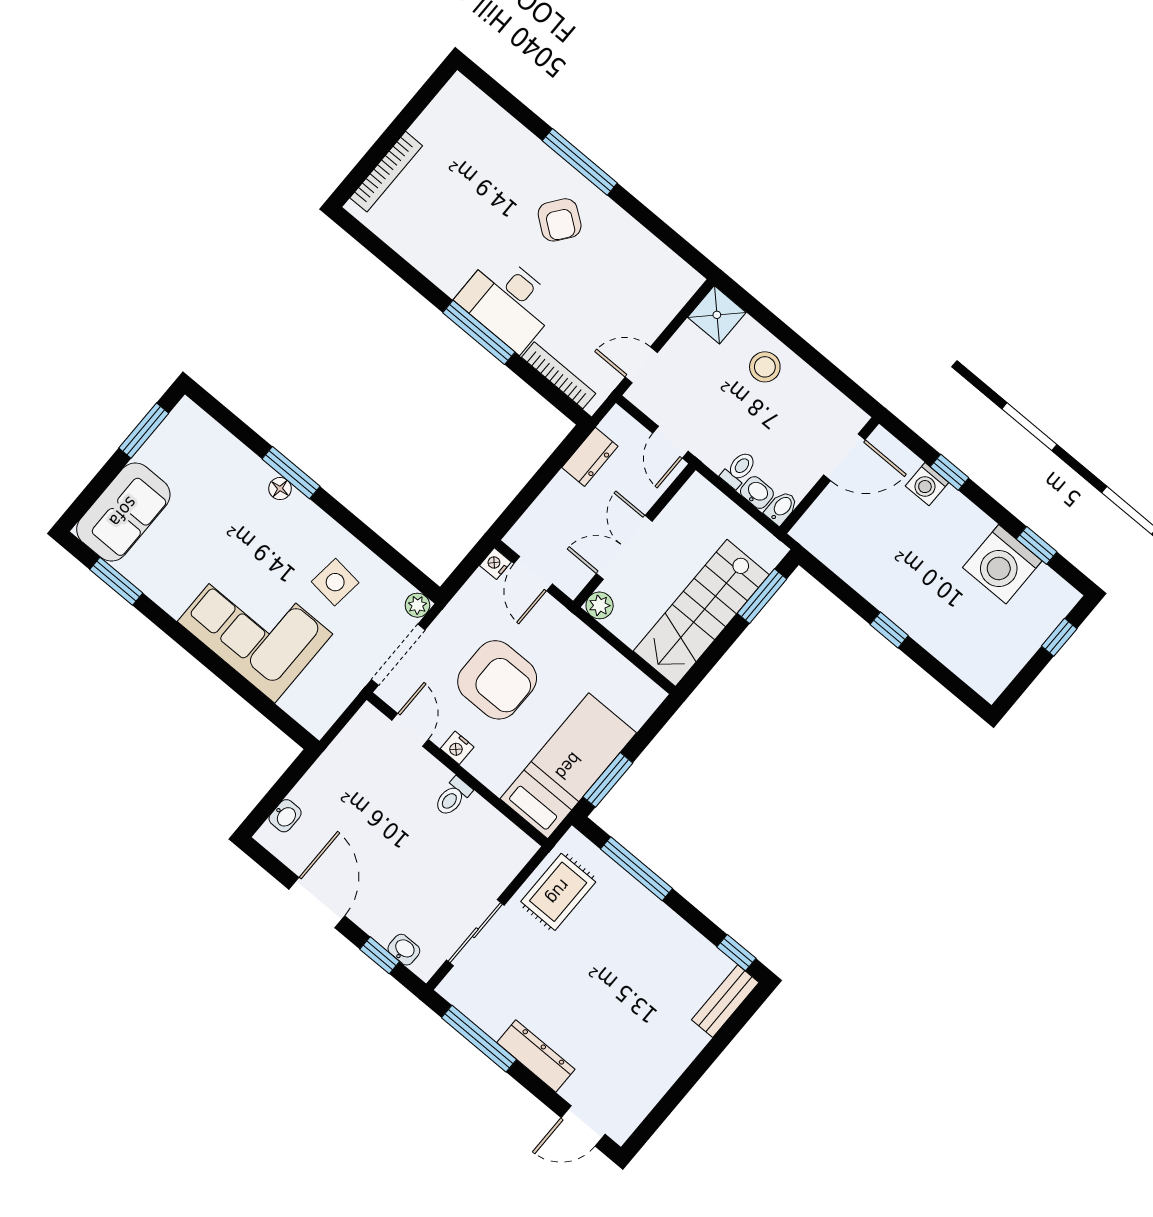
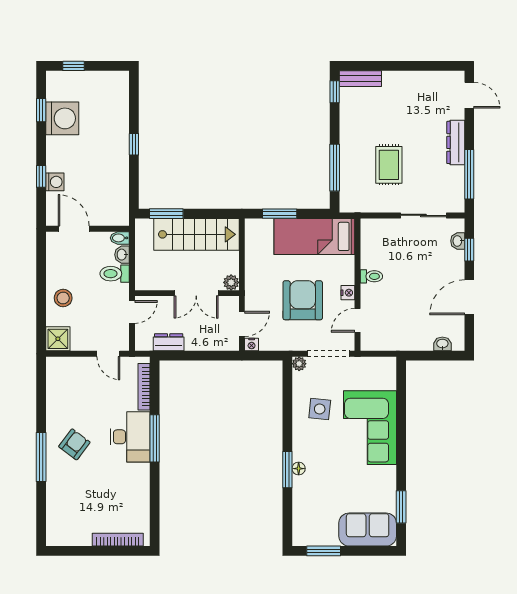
toilet: (739, 470) -> (115, 274), width x1.37, depth x1.39
window: (608, 780) -> (280, 214), moved
rug: (558, 892) -> (389, 165), moved, turned 90

